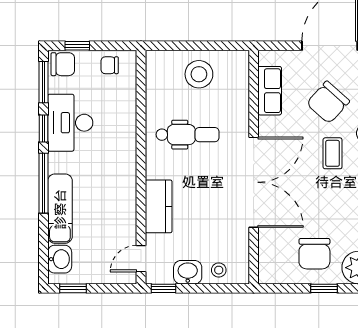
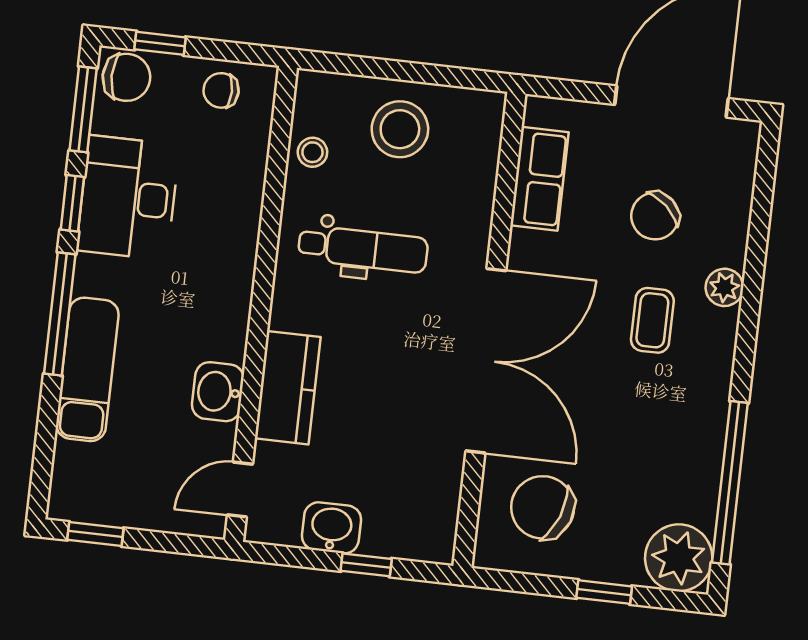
chair: (328, 102) -> (655, 216), width x0.73, depth x0.73
chair: (314, 254) -> (543, 507), moved, turned 111
washbasin: (60, 259) -> (218, 392), moved, turned 180
stool: (219, 270) -> (312, 152), moved
window: (164, 288) -> (366, 565), moved

